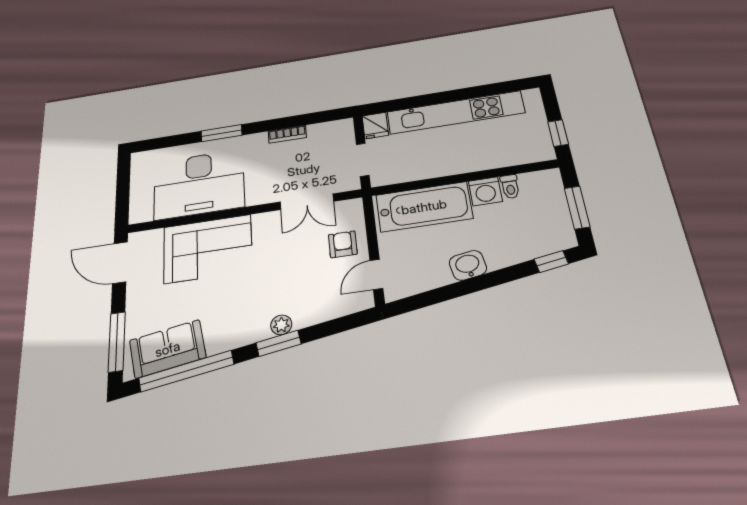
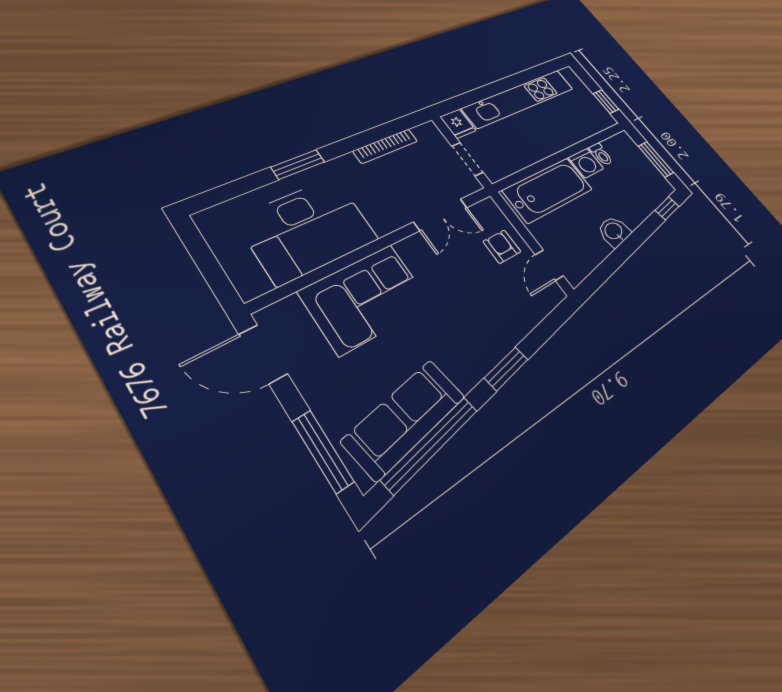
bookcase: (287, 134) -> (386, 146), width x1.56
plant: (281, 325) -> (497, 349), removed
sofa: (168, 349) -> (405, 418), width x1.36

